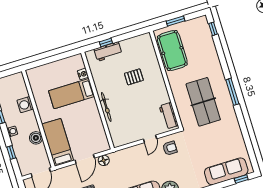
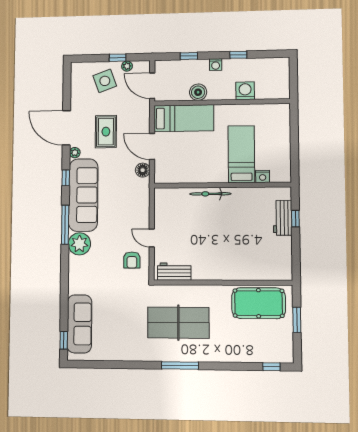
pallet: (134, 77) -> (239, 242), removed

